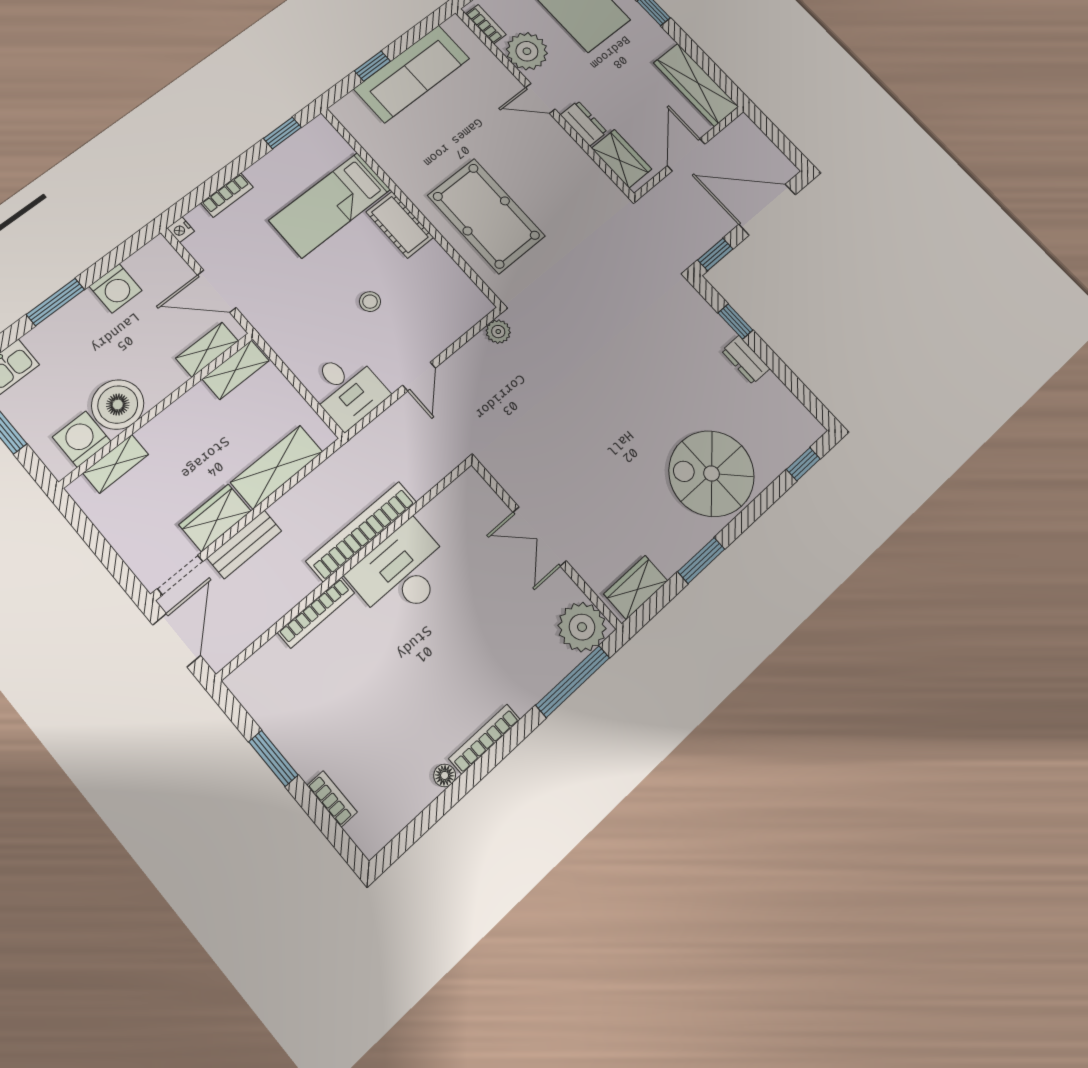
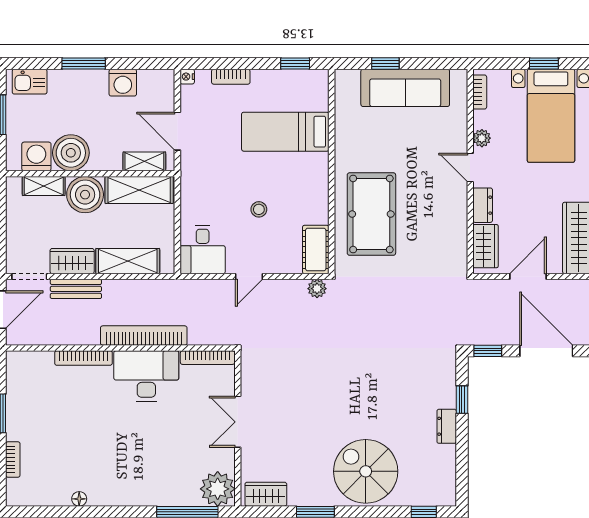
plant: (527, 51) -> (482, 138), width x0.53, depth x0.53
cot: (400, 225) -> (316, 249), moved
shelving: (236, 370) -> (139, 190), width x1.50, depth x1.33
boiler: (170, 436) -> (85, 195), added
bookcase: (485, 739) -> (208, 358), moved, turned 180

